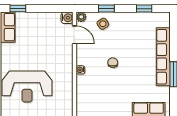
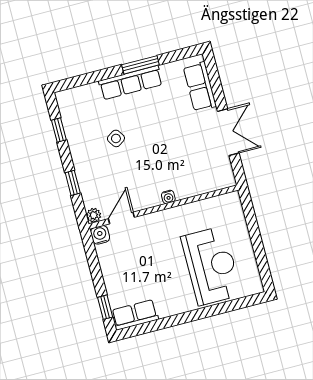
side table: (103, 24) -> (116, 138), moved
row of seats: (163, 57) -> (131, 83), width x0.73
chair: (113, 63) -> (146, 154), removed

